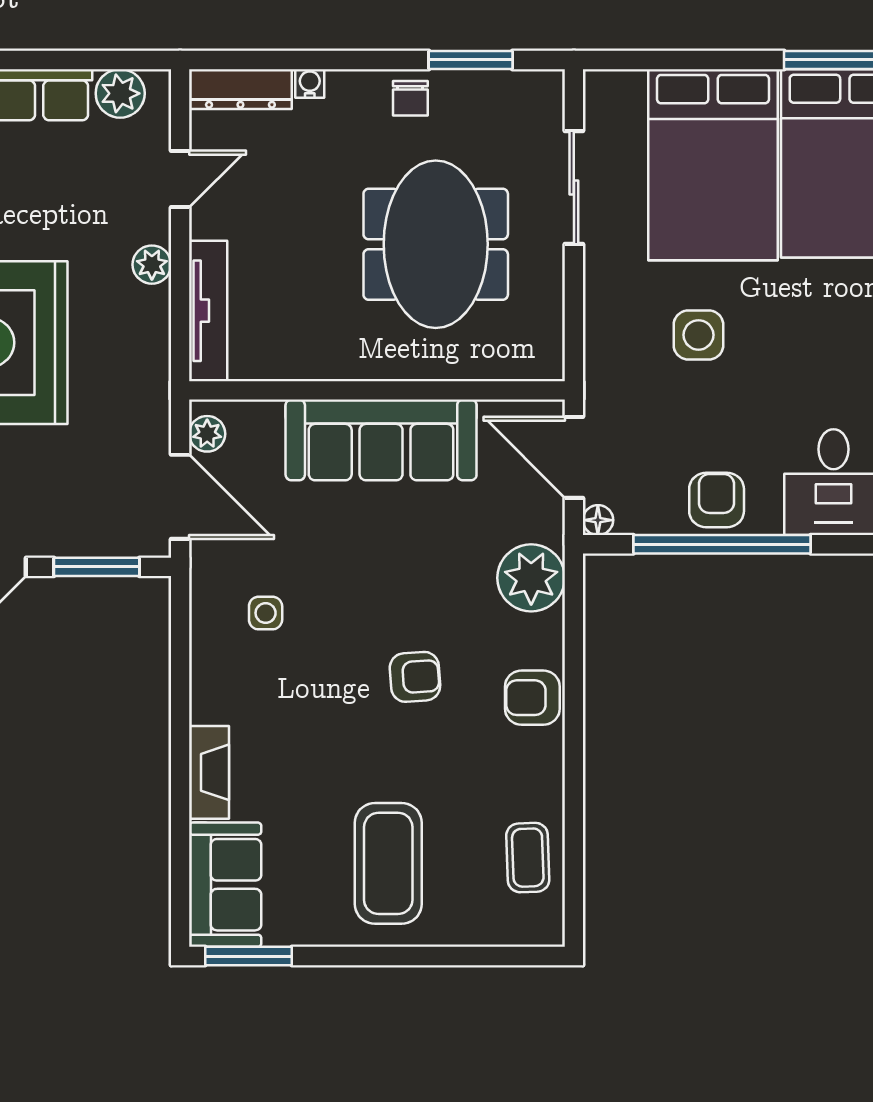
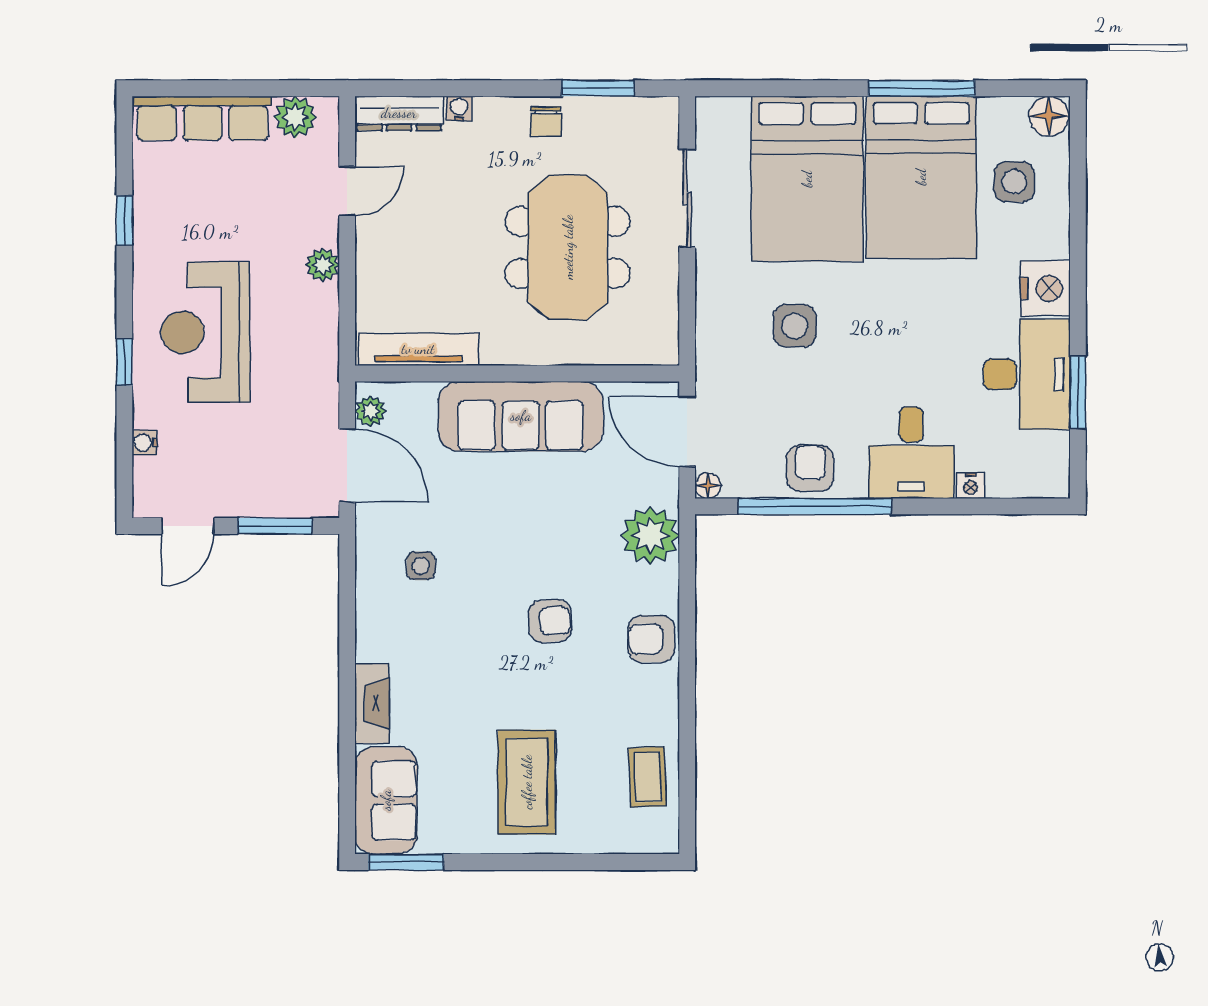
tv unit: (208, 311) -> (418, 349), moved, turned -90

